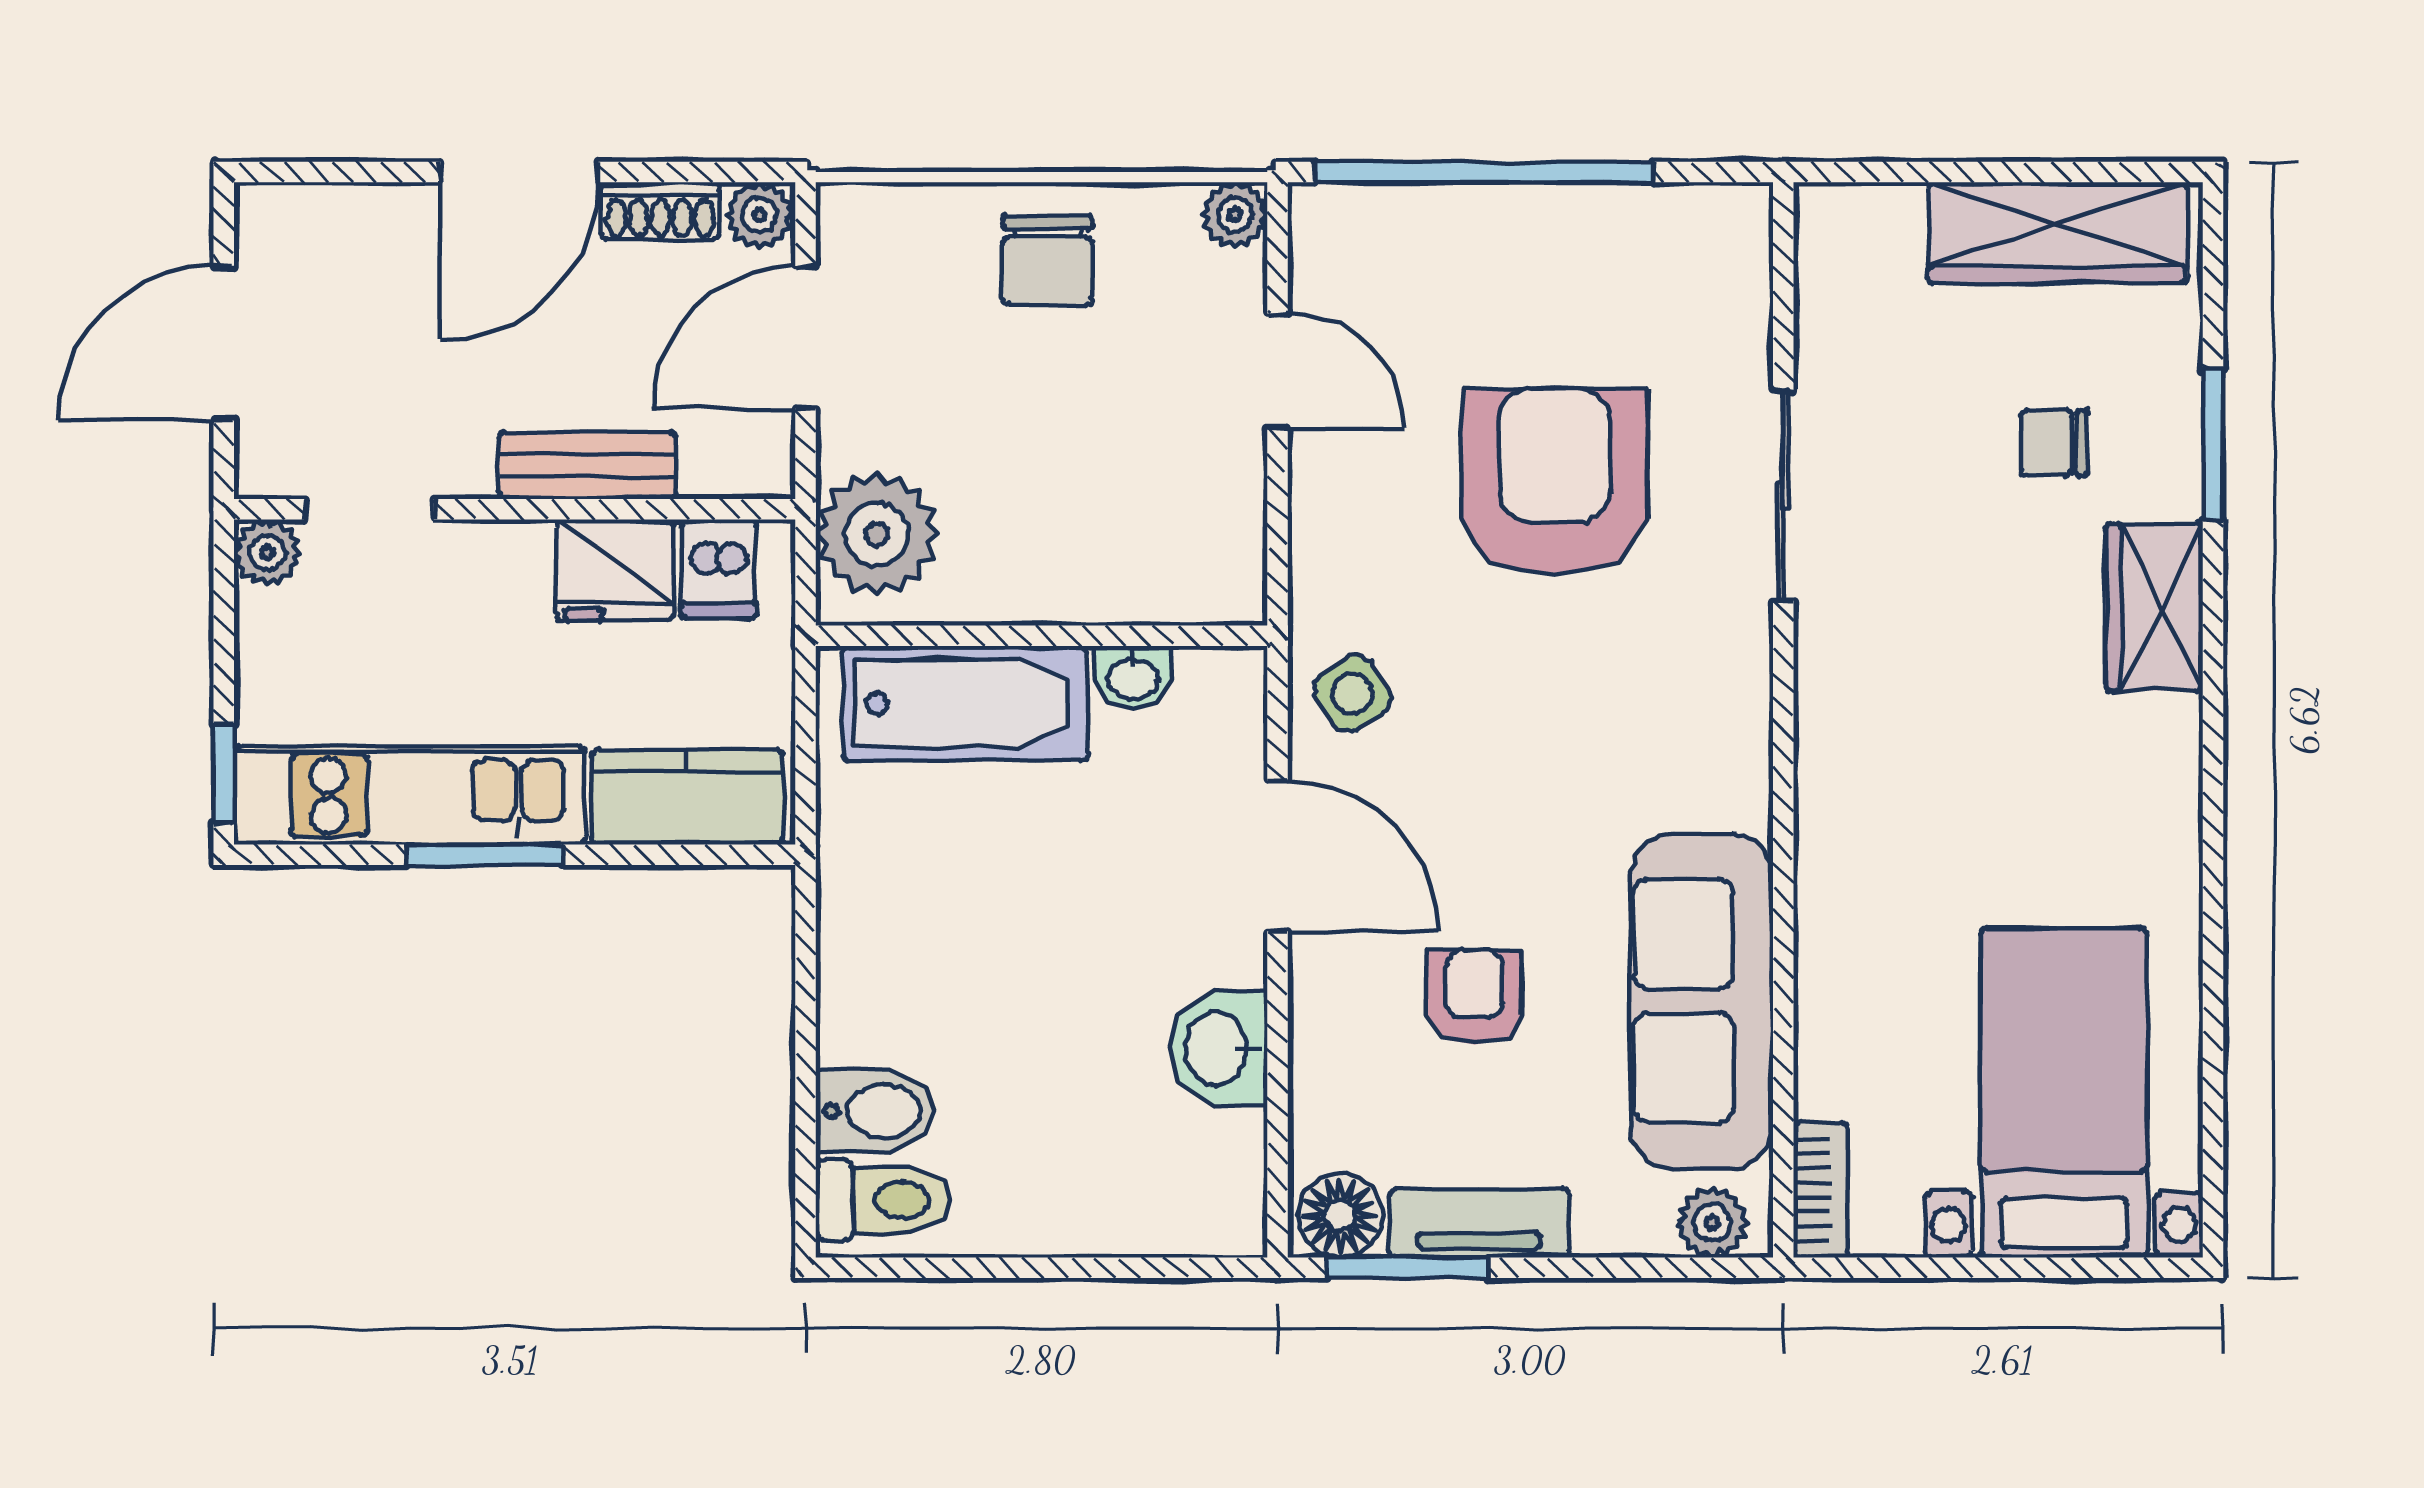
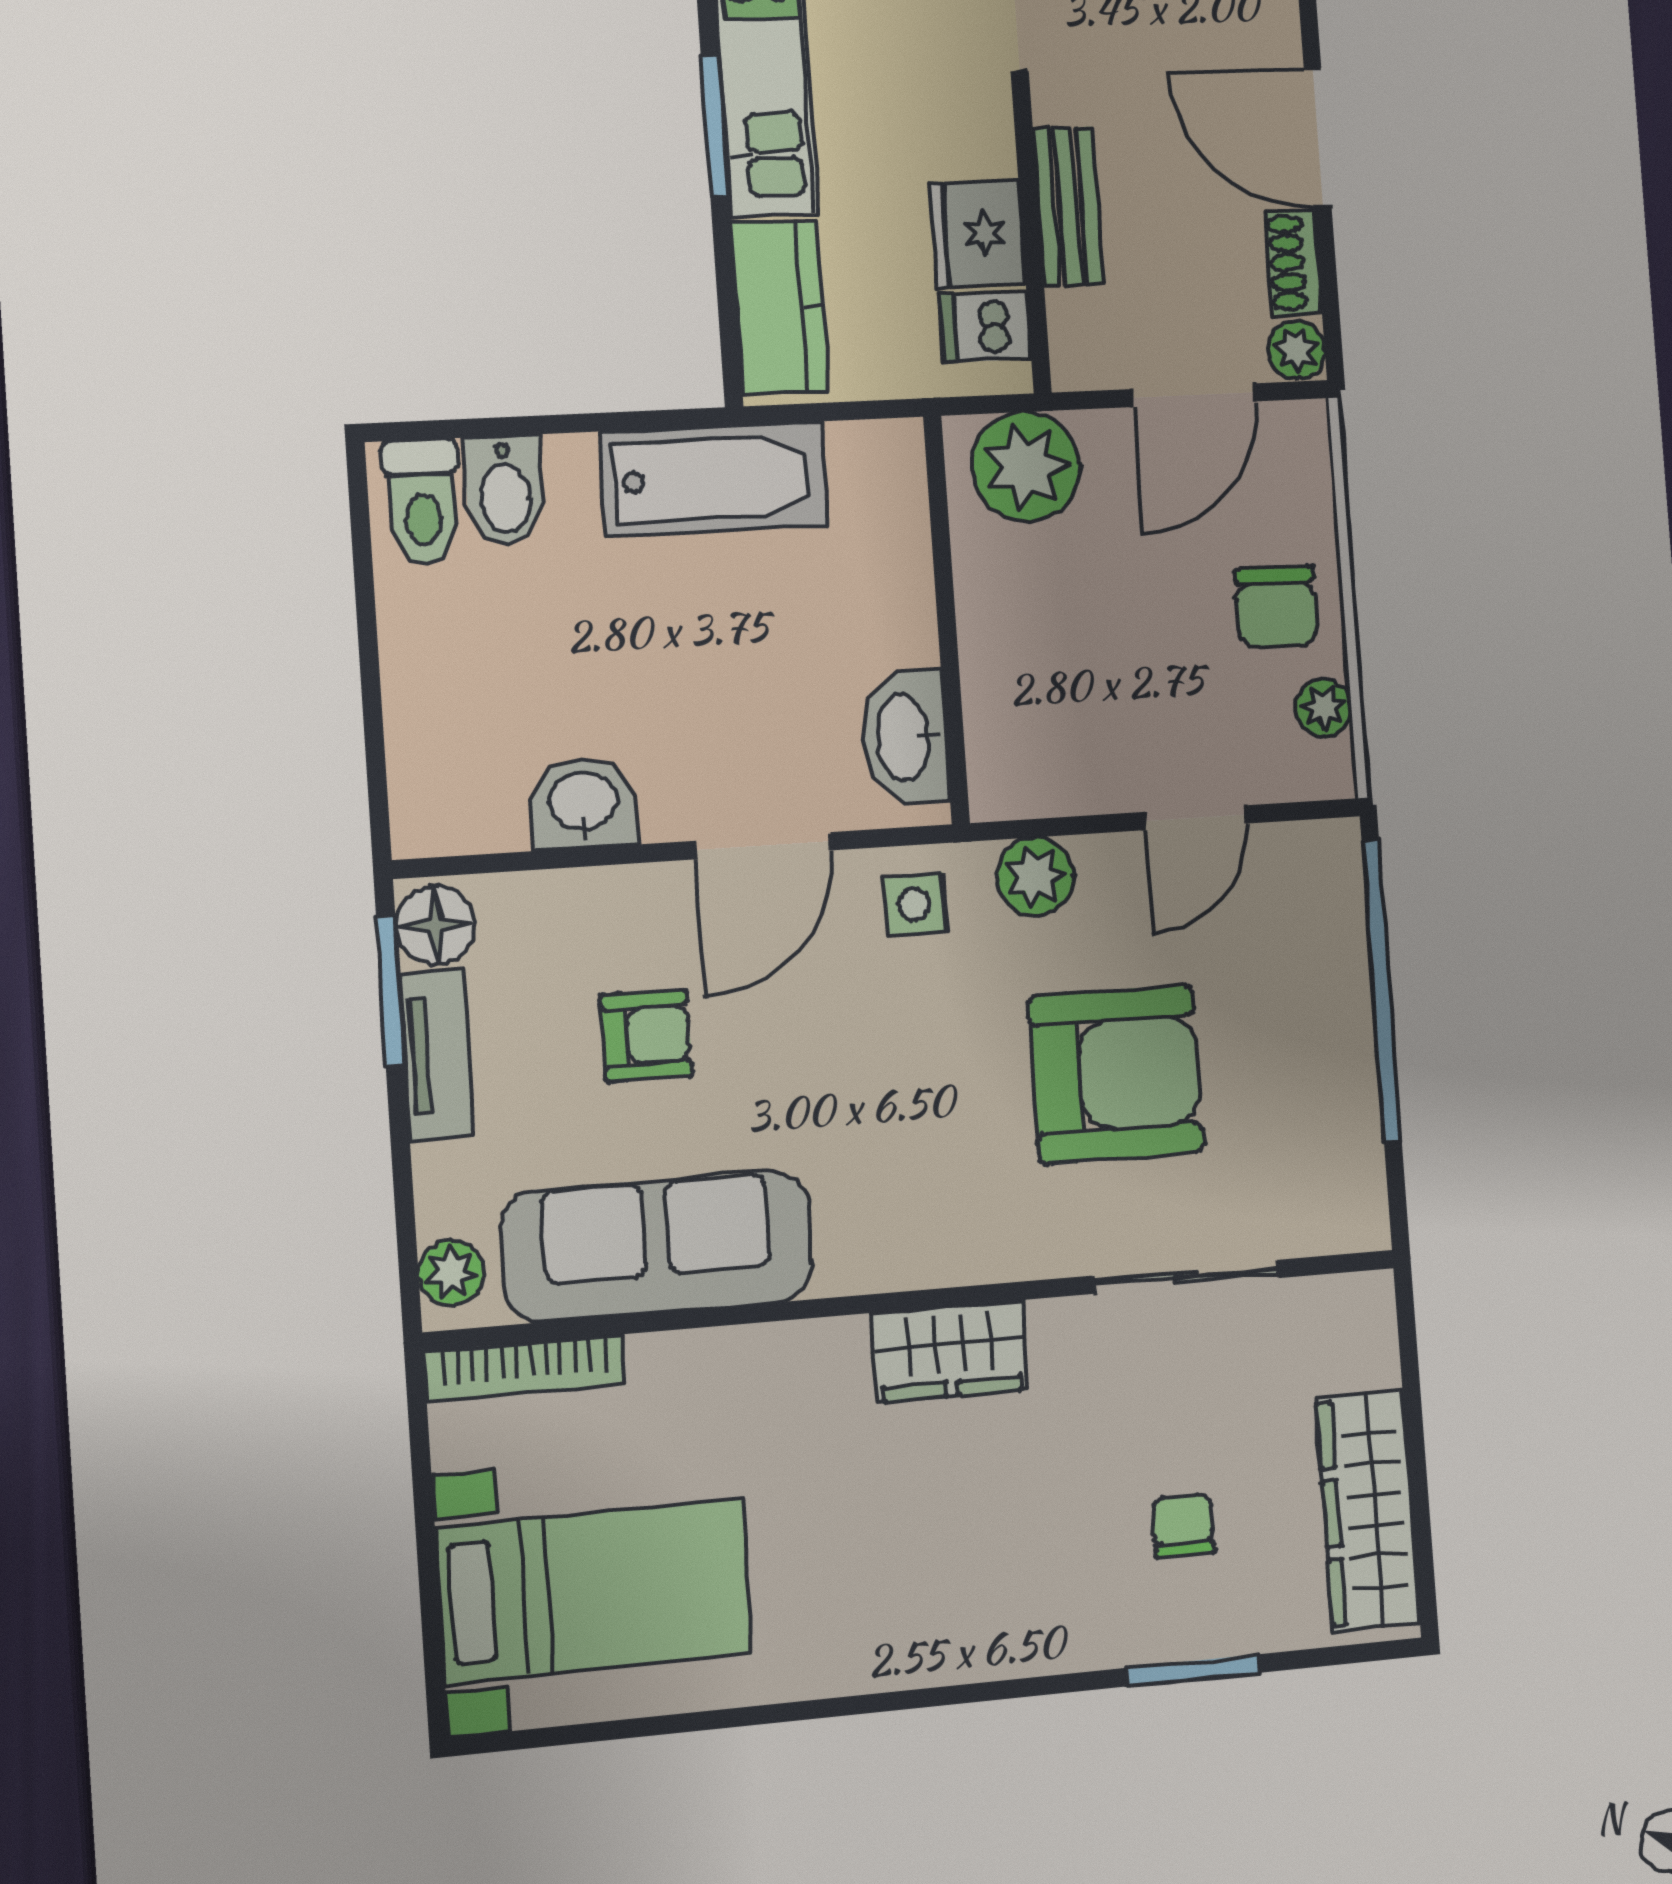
plant: (1235, 215) -> (1323, 708), moved
chair: (1047, 260) -> (1276, 607), turned -90
door: (805, 337) -> (1194, 395), swing flipped
sliding door: (1783, 496) -> (1186, 1277), moved
plant: (1331, 557) -> (1035, 876), added
wardrobe: (2154, 607) -> (950, 1351), moved, turned 180
washbasin: (1133, 677) -> (905, 737), width x1.91, depth x1.45
side table: (1352, 694) -> (914, 904), turned 33
bathtub: (965, 703) -> (714, 479), moved, turned -90
bookcase: (1821, 1190) -> (525, 1368), width x1.56

